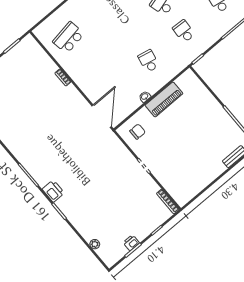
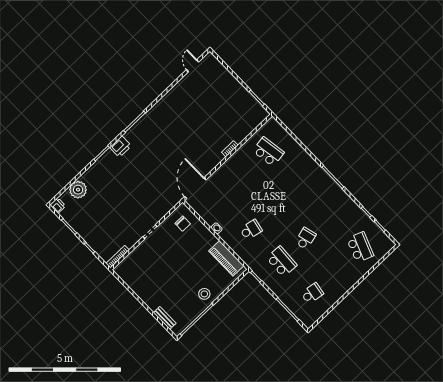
school desk: (184, 31) -> (282, 262), width x1.85
piano: (164, 99) -> (226, 258), moved
stool: (212, 114) -> (204, 294), added
door: (102, 116) -> (195, 188), swing flipped
printer: (131, 243) -> (58, 205), moved
plant: (95, 244) -> (78, 190), width x1.88, depth x1.88

